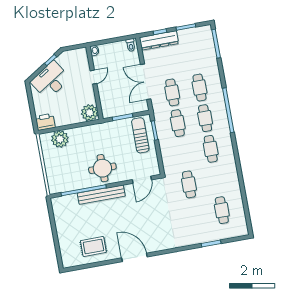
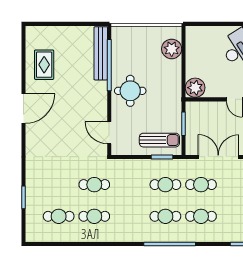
printer: (45, 122) -> (194, 36), removed
cafe table: (211, 149) -> (94, 216), moved
bench: (101, 195) -> (101, 53), moved

